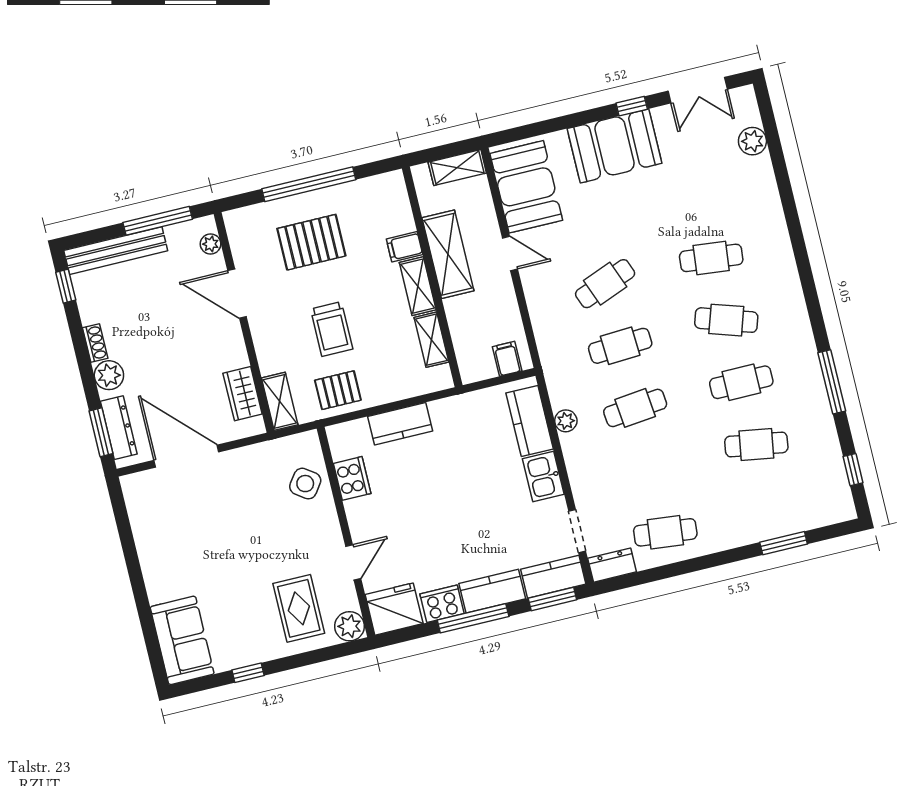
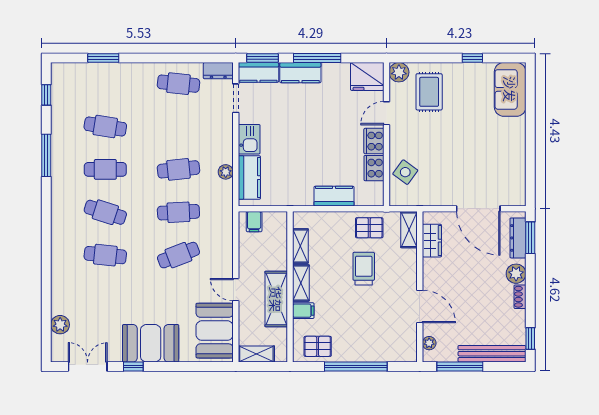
pallet: (311, 242) -> (318, 346), moved, width x0.67, depth x0.71
cooker: (442, 604) -> (374, 141), moved, turned 90

